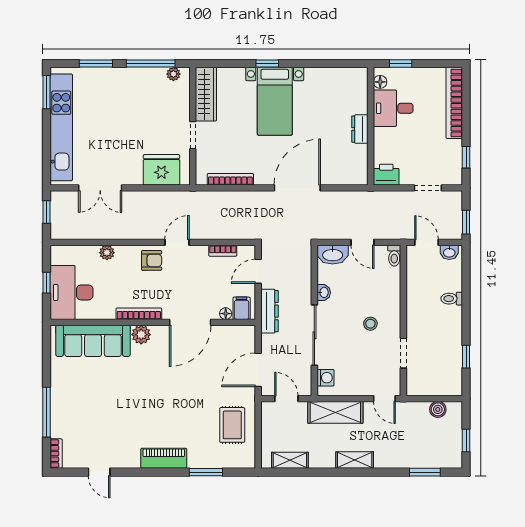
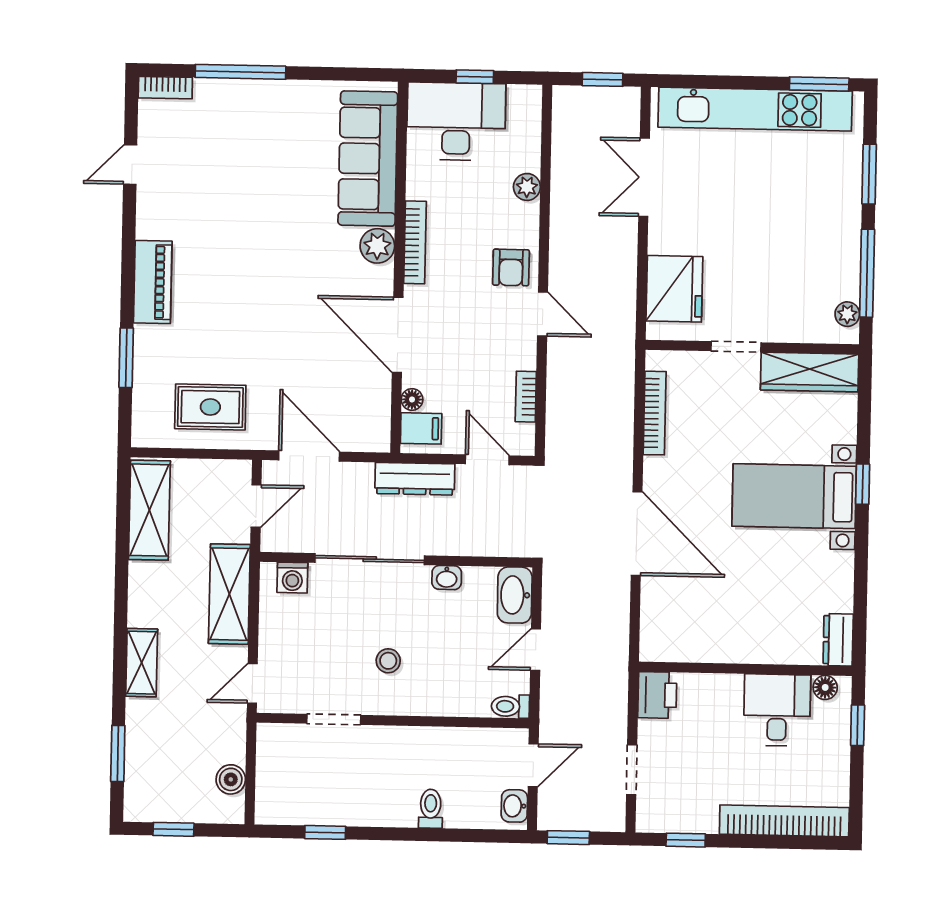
dresser: (360, 129) -> (838, 640), moved, turned -90
shelving: (290, 460) -> (149, 510), width x1.50, depth x1.33
shelving: (355, 460) -> (142, 663), moved

